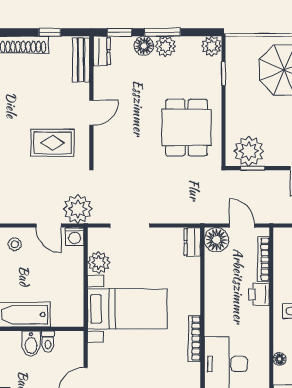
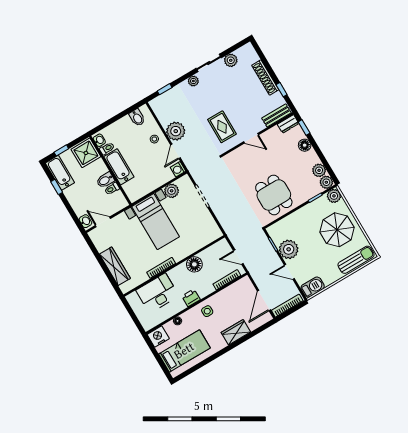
window: (162, 32) -> (318, 151), removed
plant: (165, 46) -> (319, 170), moved
plant: (236, 47) -> (334, 196), added
dining table: (187, 128) -> (274, 195), turned 90
plant: (249, 151) -> (289, 249), moved
plant: (78, 209) -> (176, 131), moved
door: (242, 226) -> (238, 257), swing flipped
floor lamp: (217, 240) -> (194, 264), moved
dresser: (192, 242) -> (213, 235), removed
printer: (259, 294) -> (191, 298), moved

